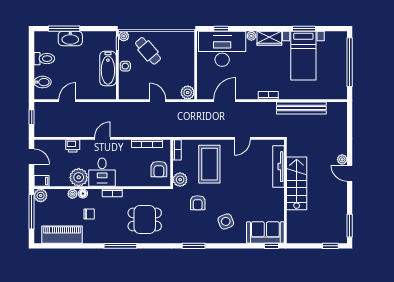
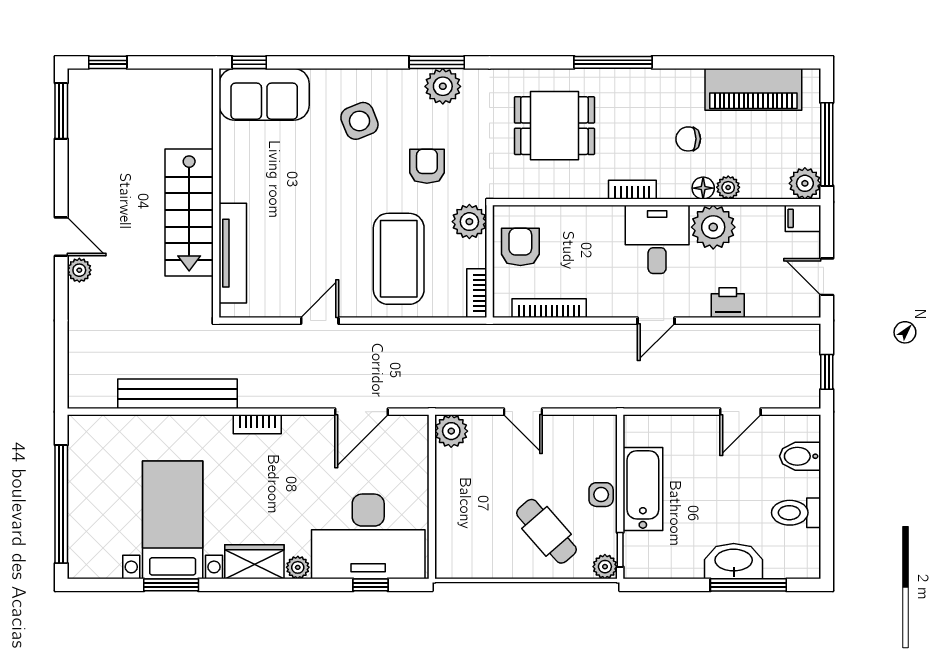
plant: (191, 236) -> (443, 86), added

